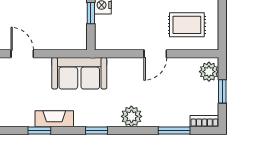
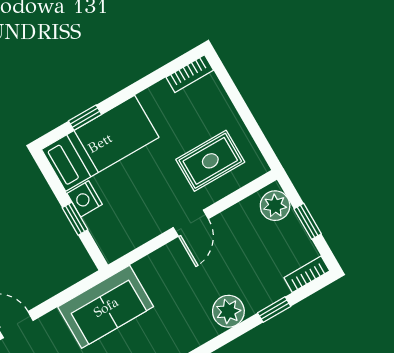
plant: (131, 116) -> (228, 311), moved
window: (174, 130) -> (274, 310), width x0.67

